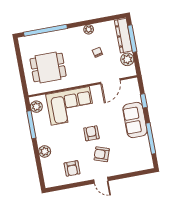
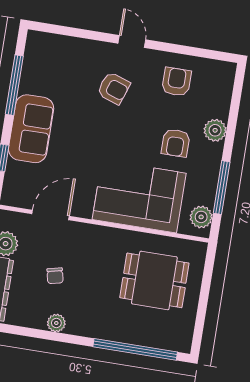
armchair: (91, 133) -> (176, 143), moved

